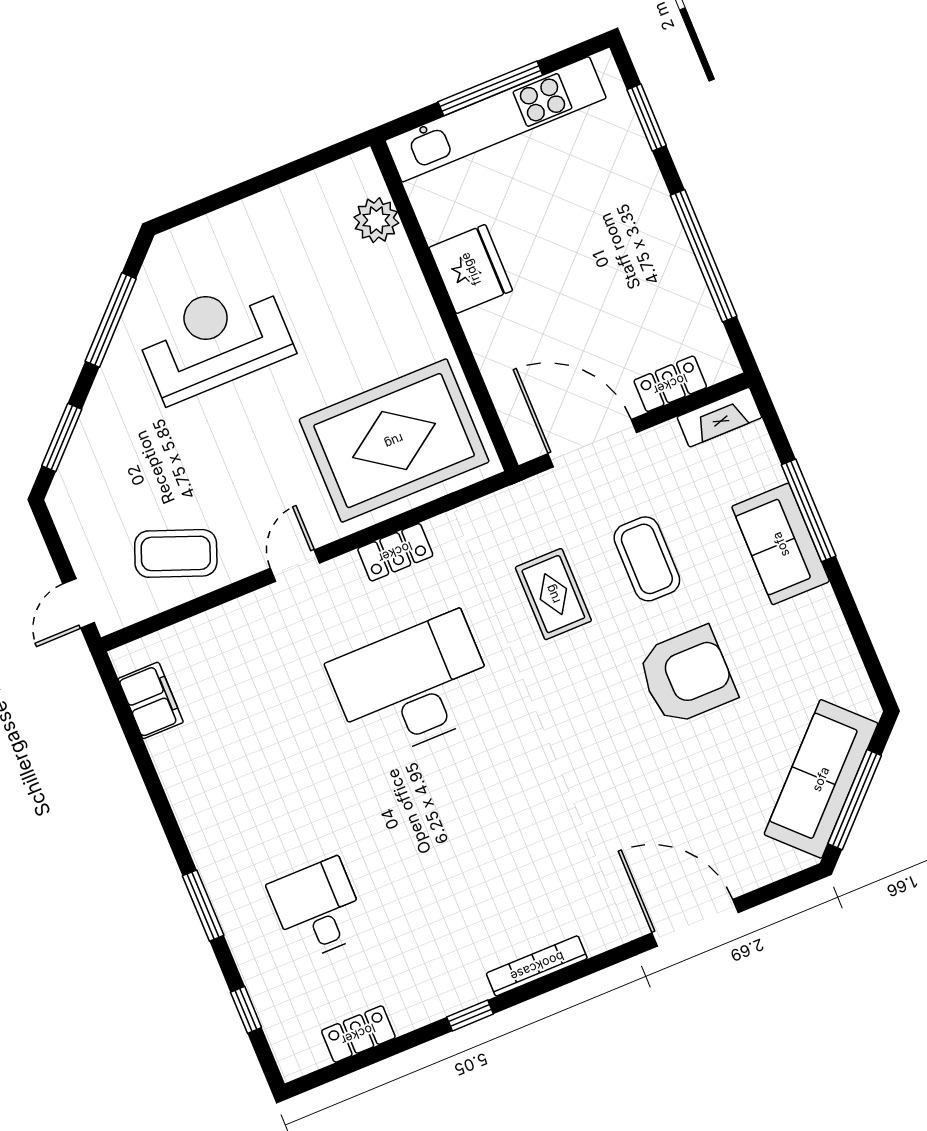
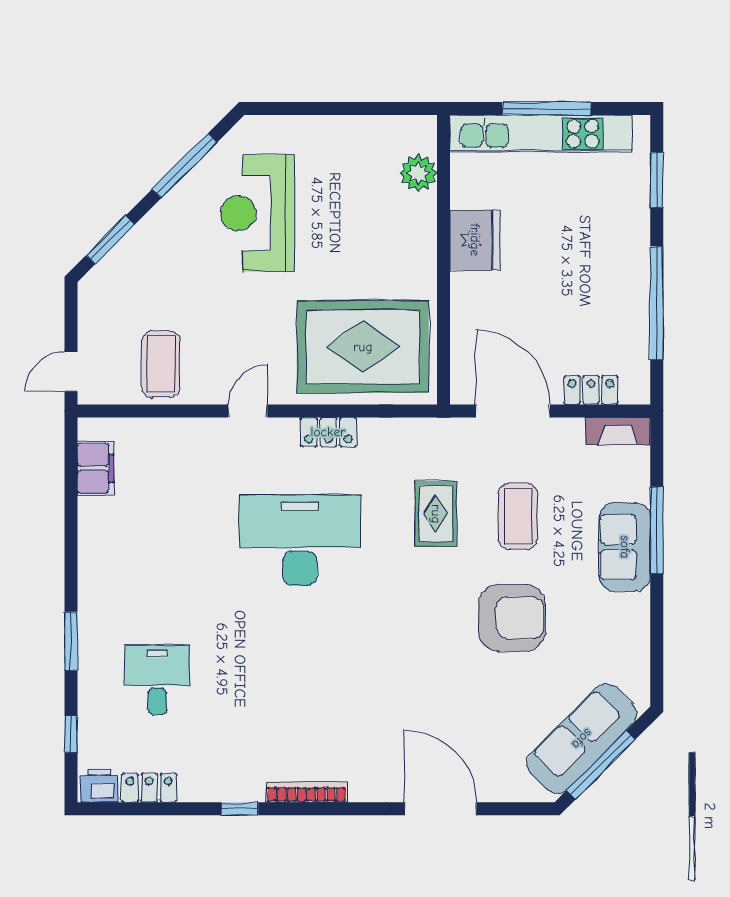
reception desk: (214, 339) -> (258, 213), turned -90
coffee table: (176, 553) -> (161, 364), turned 69
printer: (301, 1055) -> (99, 786), added

